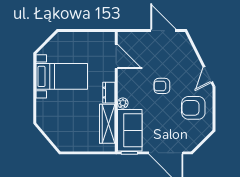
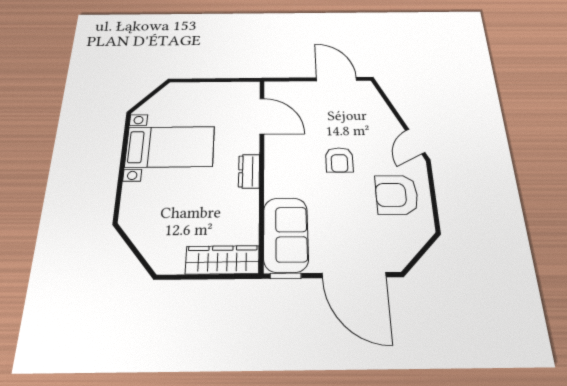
armchair: (162, 86) -> (339, 160), turned -90
plant: (123, 103) -> (273, 188), removed
wardrobe: (107, 124) -> (222, 260), moved, turned 90

